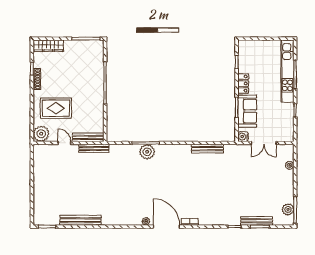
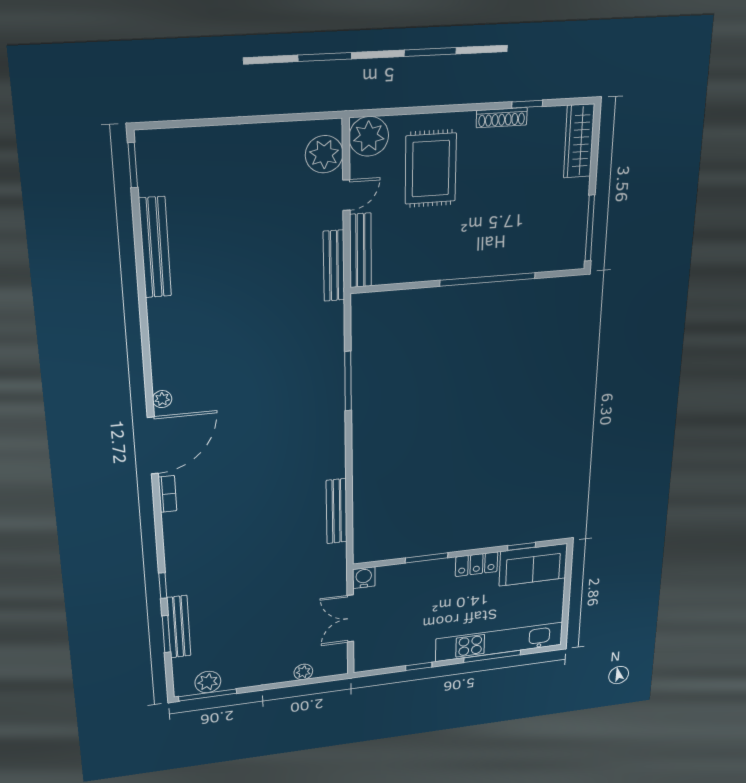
sofa: (247, 111) -> (533, 565), moved
plant: (147, 152) -> (324, 154), moved

